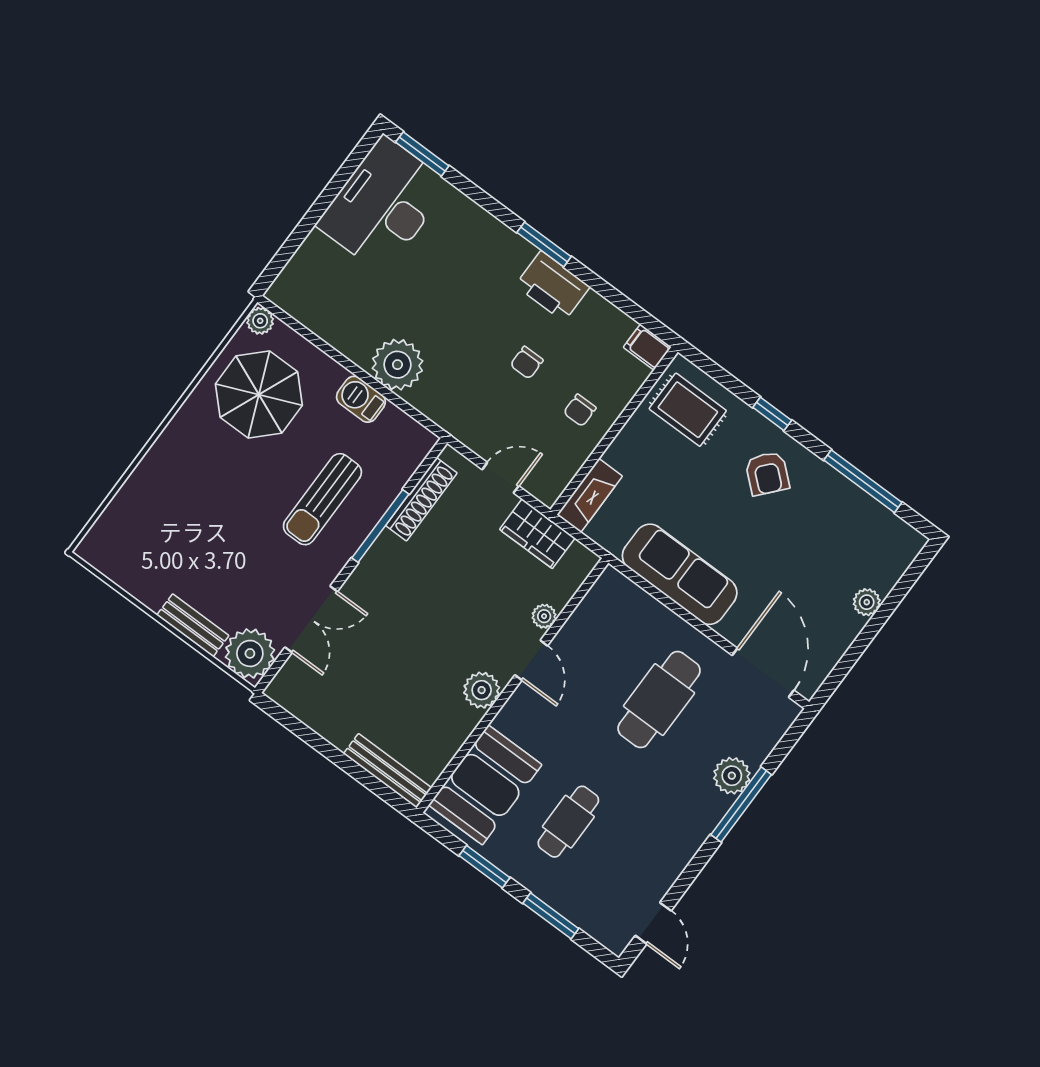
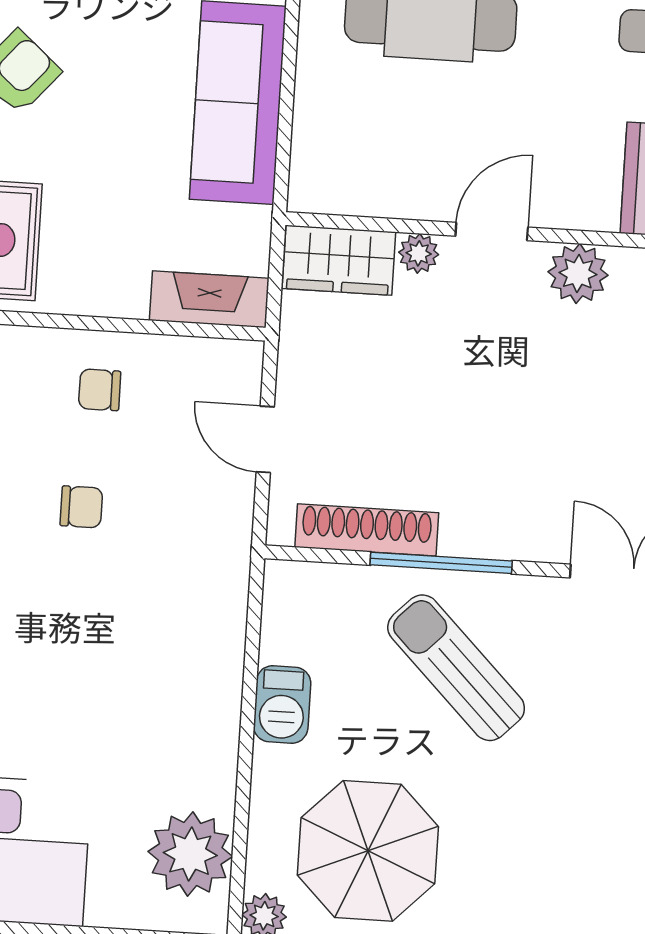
plant: (397, 365) -> (190, 854), moved
chair: (580, 410) -> (100, 390), turned 180
sun lounger: (322, 499) -> (456, 668), turned -135
wardrobe: (537, 534) -> (339, 260), moved, turned 90

